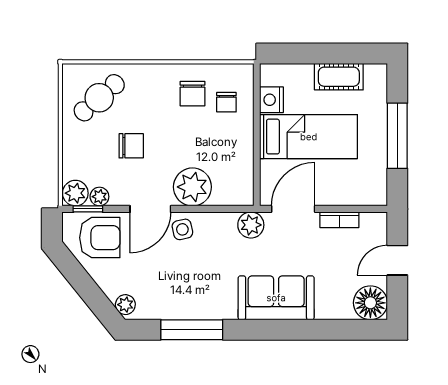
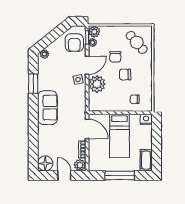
cot: (339, 77) -> (146, 160), moved
chair: (192, 94) -> (125, 74), moved
nightstand: (272, 100) -> (146, 119), moved
door: (150, 209) -> (87, 65), swing flipped
plant: (251, 225) -> (80, 165), moved
sofa: (276, 298) -> (47, 108), moved
window: (192, 330) -> (33, 84), width x0.69

